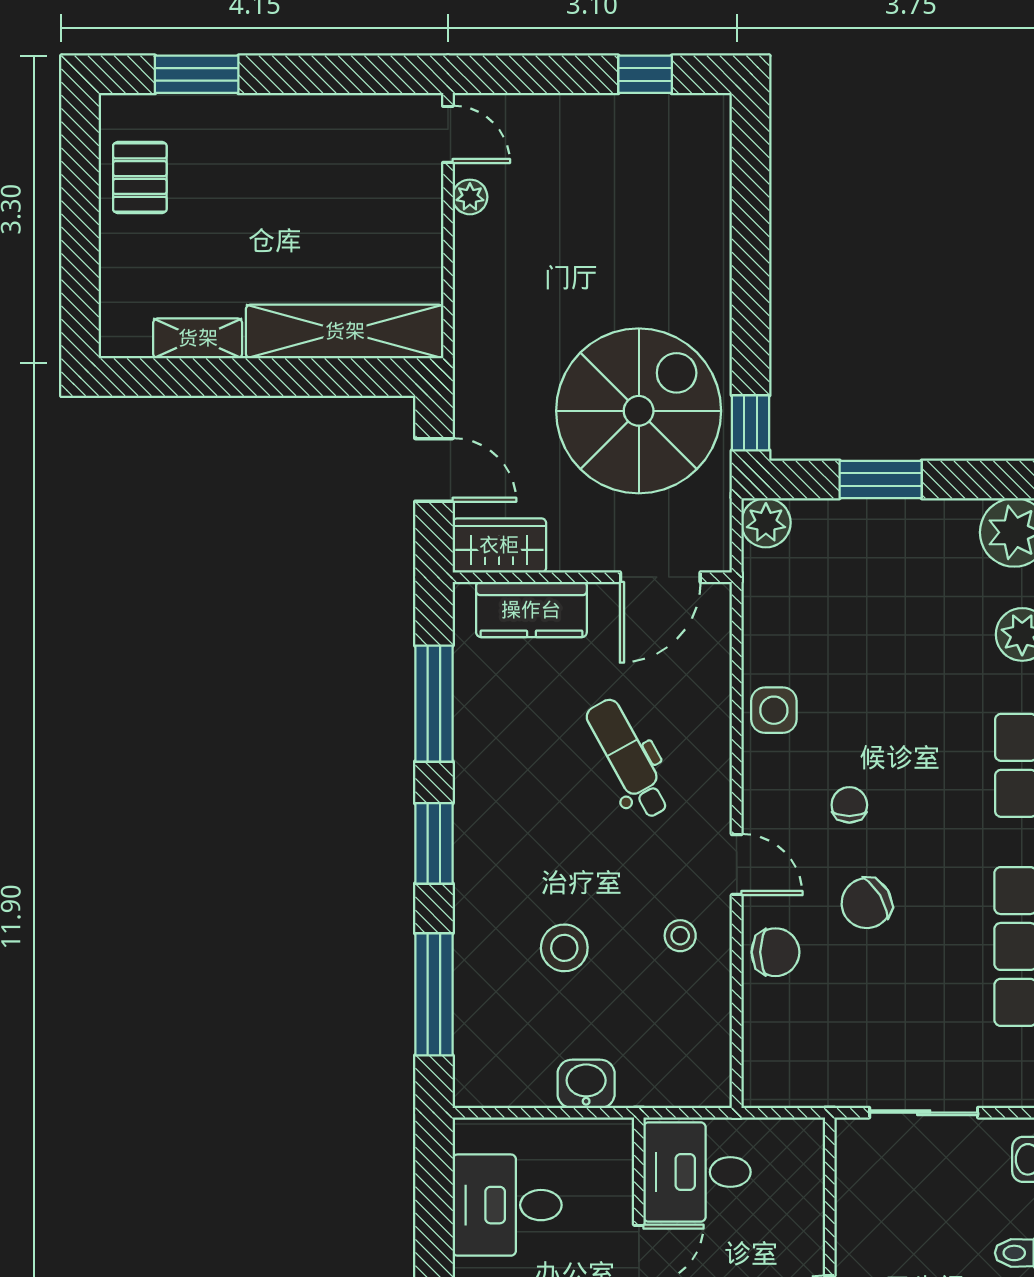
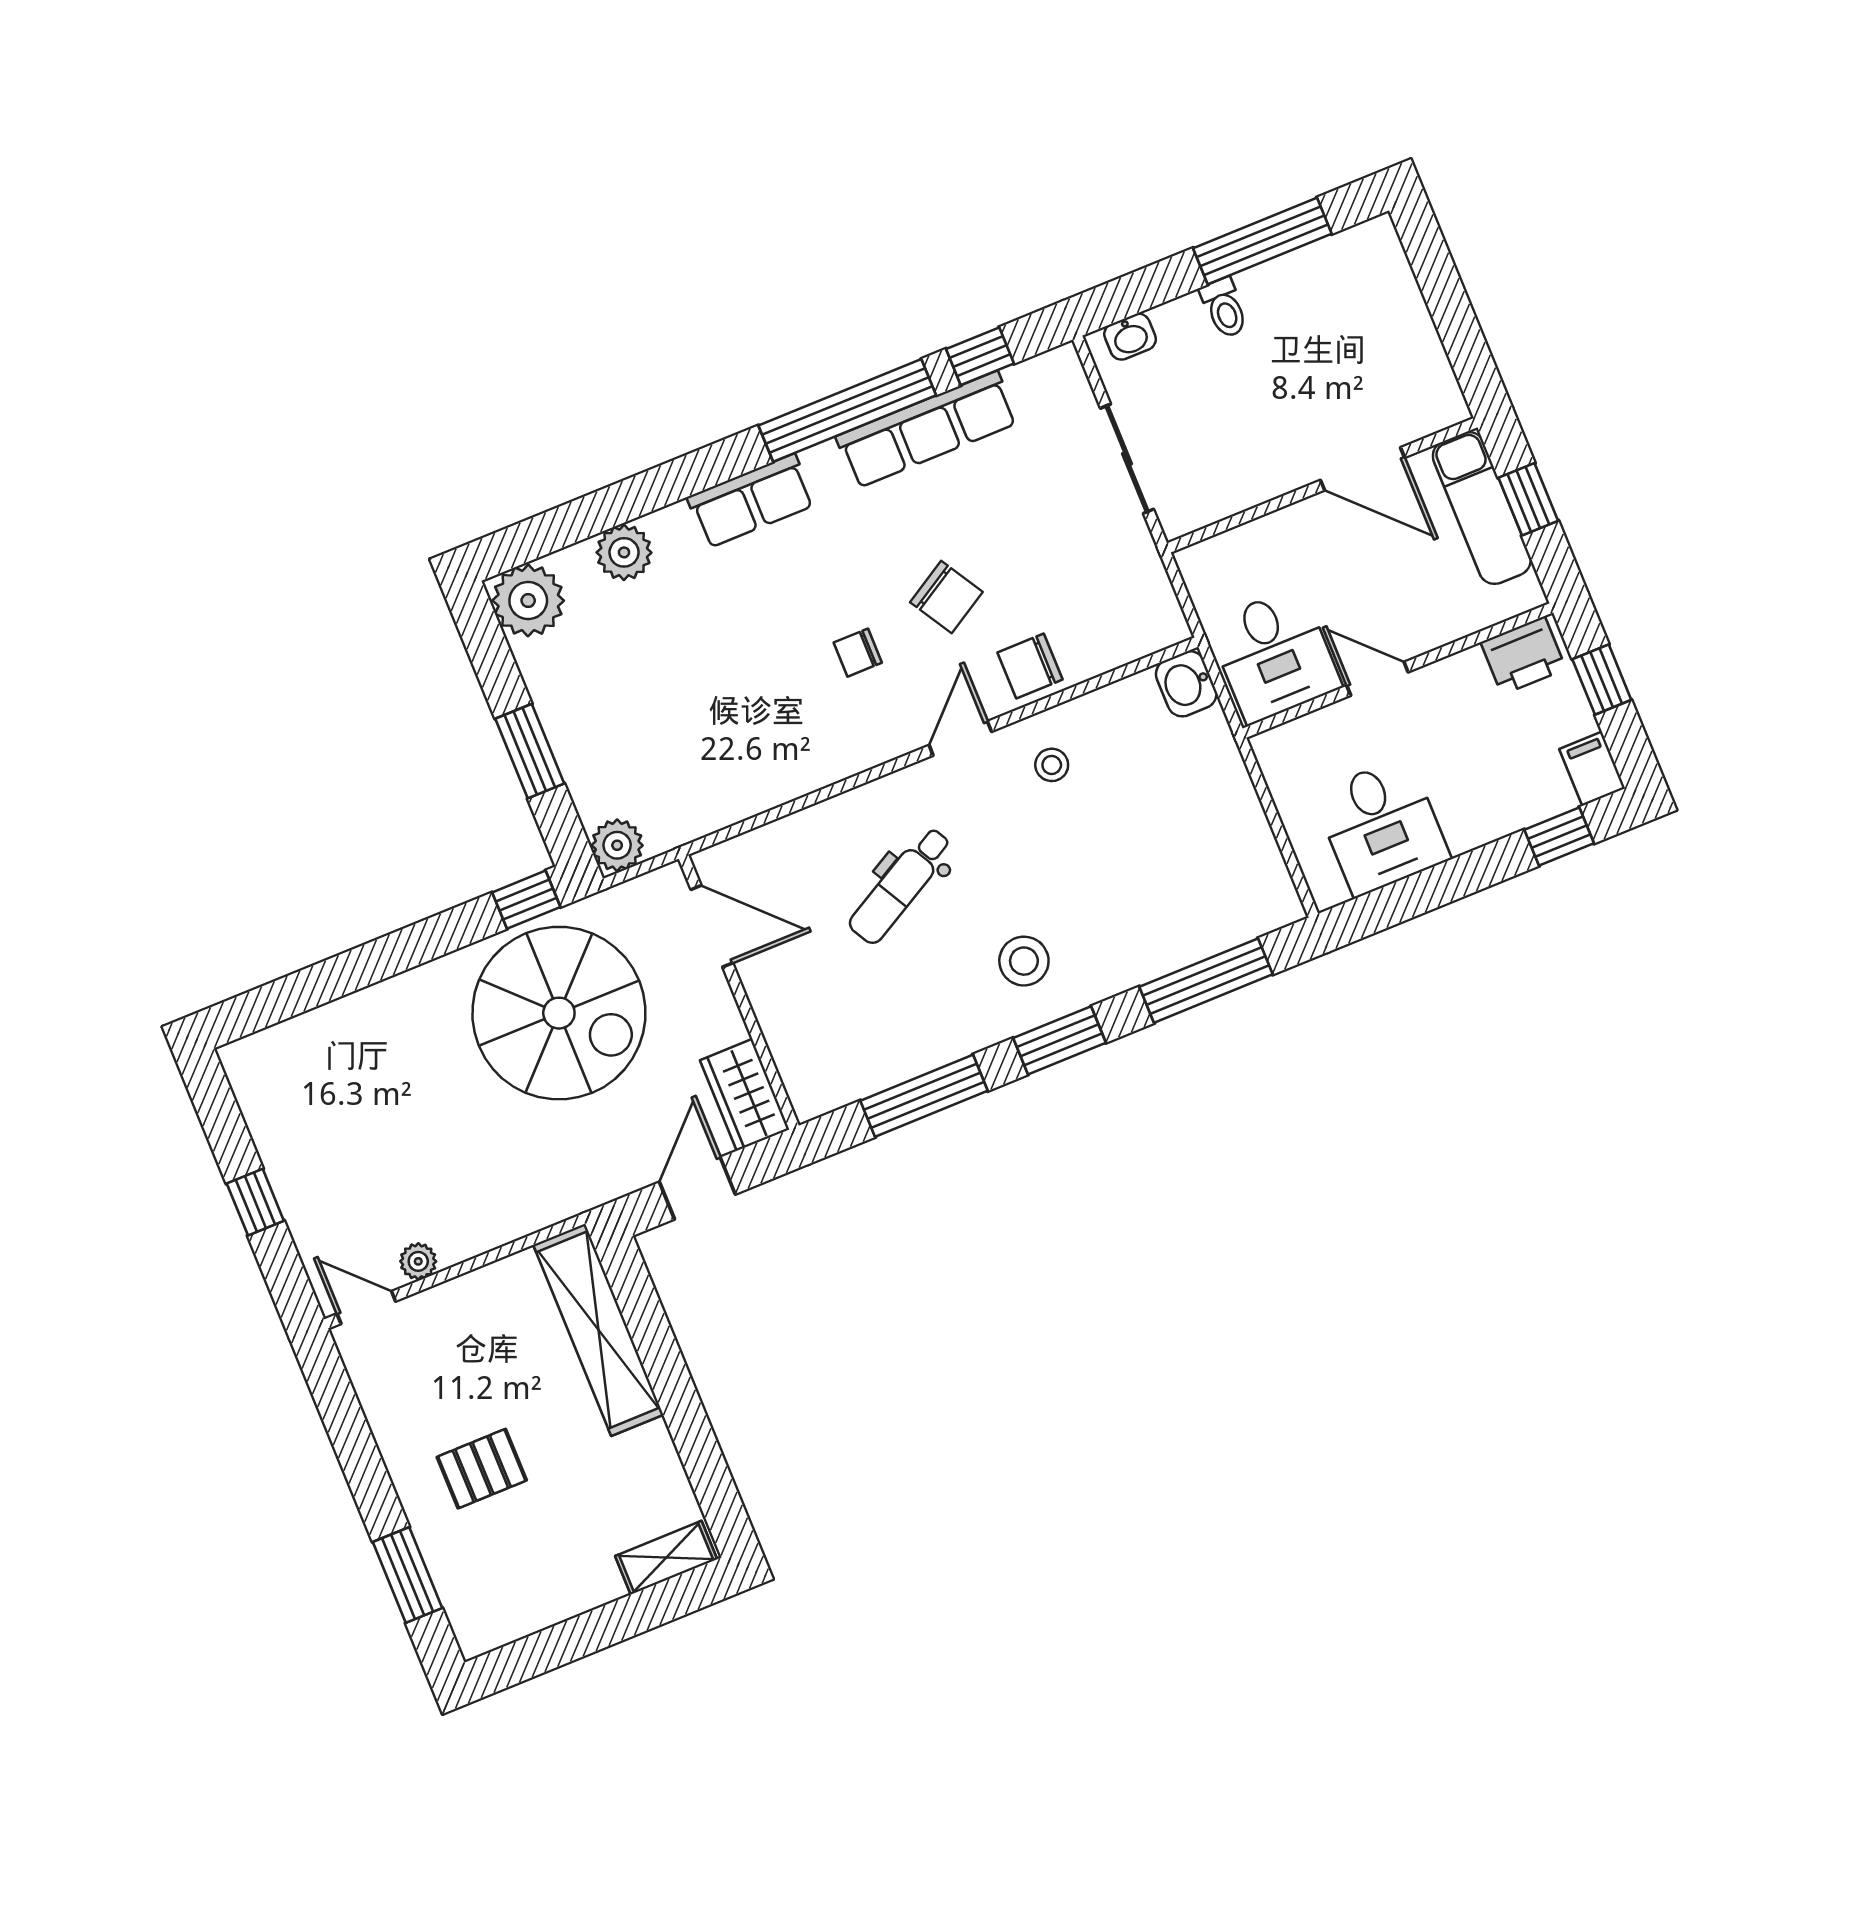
window: (645, 74) -> (255, 1202), moved
door: (448, 134) -> (366, 1307), hinge flipped
pallet: (140, 178) -> (482, 1469), moved
shelving: (198, 338) -> (666, 1558), moved, turned 90
spiral stairs: (639, 411) -> (559, 1013), turned 180
kitchen counter: (531, 610) -> (794, 1038), removed
side table: (774, 710) -> (796, 763), removed
stool: (564, 948) -> (1024, 961), moved
chair: (775, 952) -> (1030, 666), turned -90
washbasin: (586, 1084) -> (1186, 684), moved

